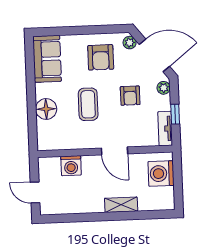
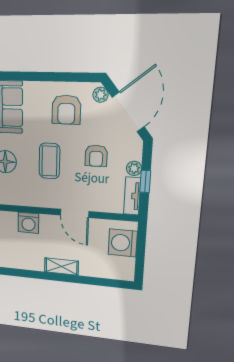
door: (154, 55) -> (128, 112), hinge flipped
plant: (164, 88) -> (134, 168), moved
shelving: (121, 205) -> (62, 267), moved

